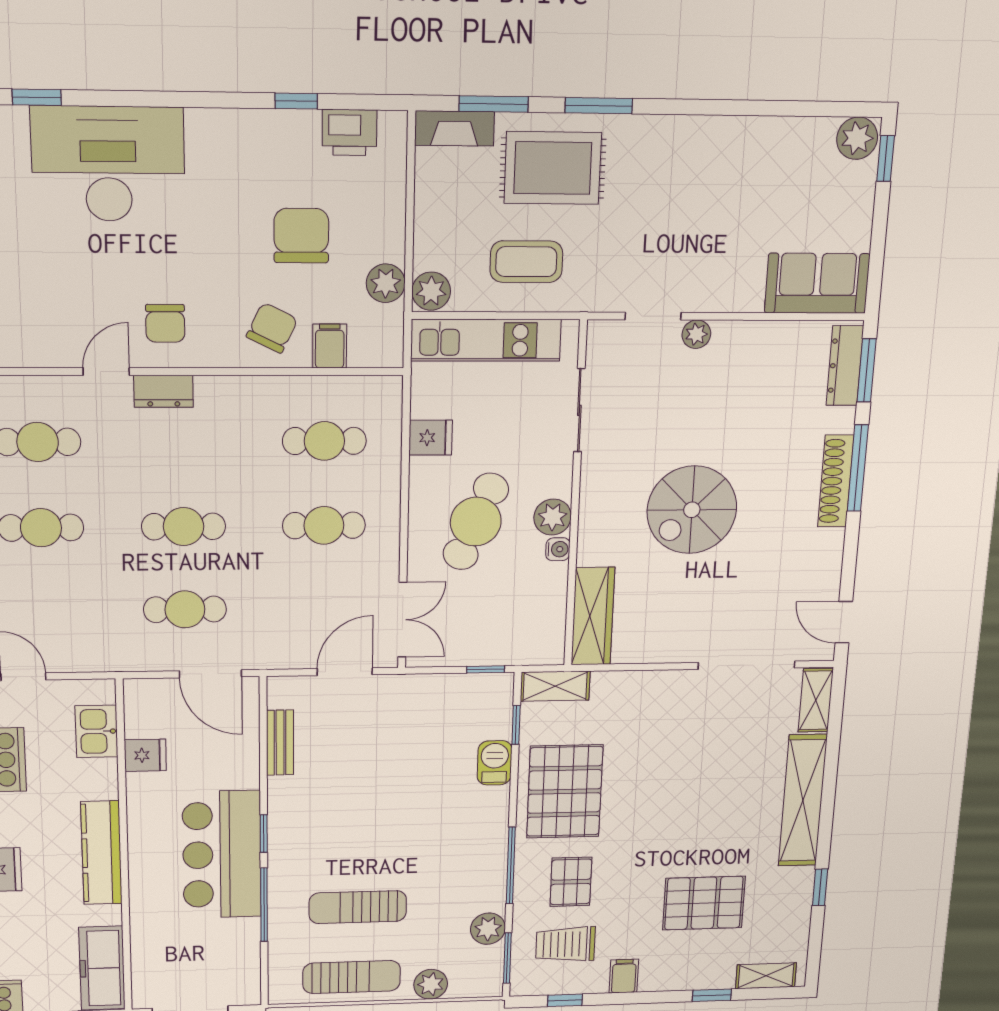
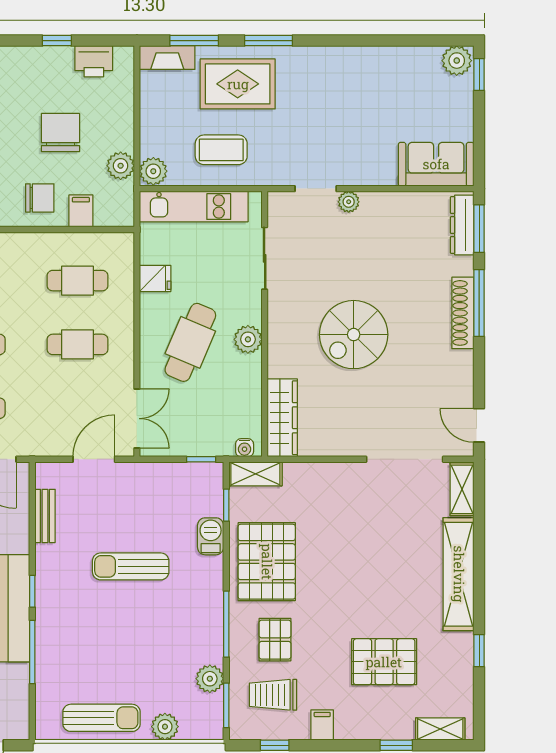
chair: (272, 328) -> (40, 198), turned 64
water cooler: (558, 549) -> (245, 448), moved, turned 90
sun lounger: (358, 907) -> (131, 566), moved

